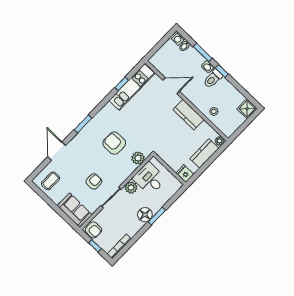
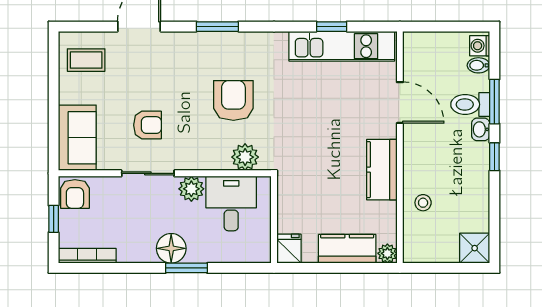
toilet: (213, 79) -> (470, 104), moved

